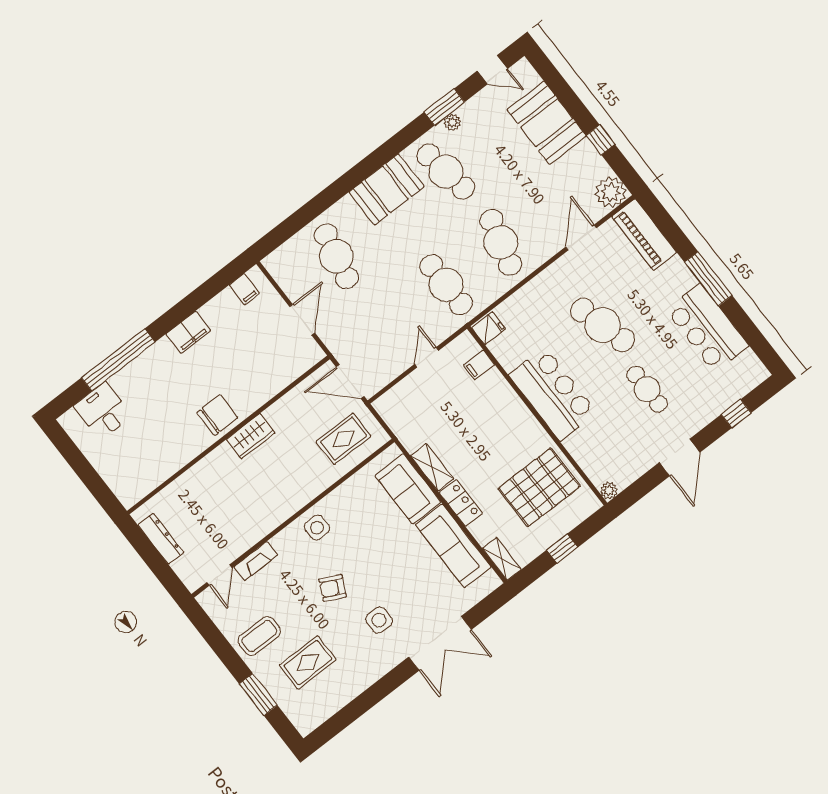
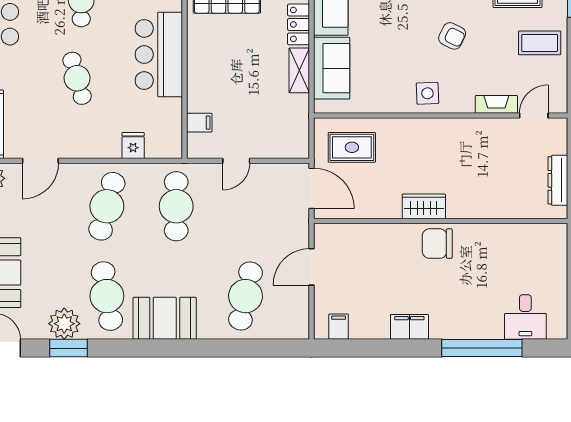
plant: (452, 122) -> (64, 324), width x1.88, depth x1.88
cafe table: (603, 325) -> (77, 78), width x0.73, depth x0.74
fridge: (489, 328) -> (133, 145), moved, turned 90

